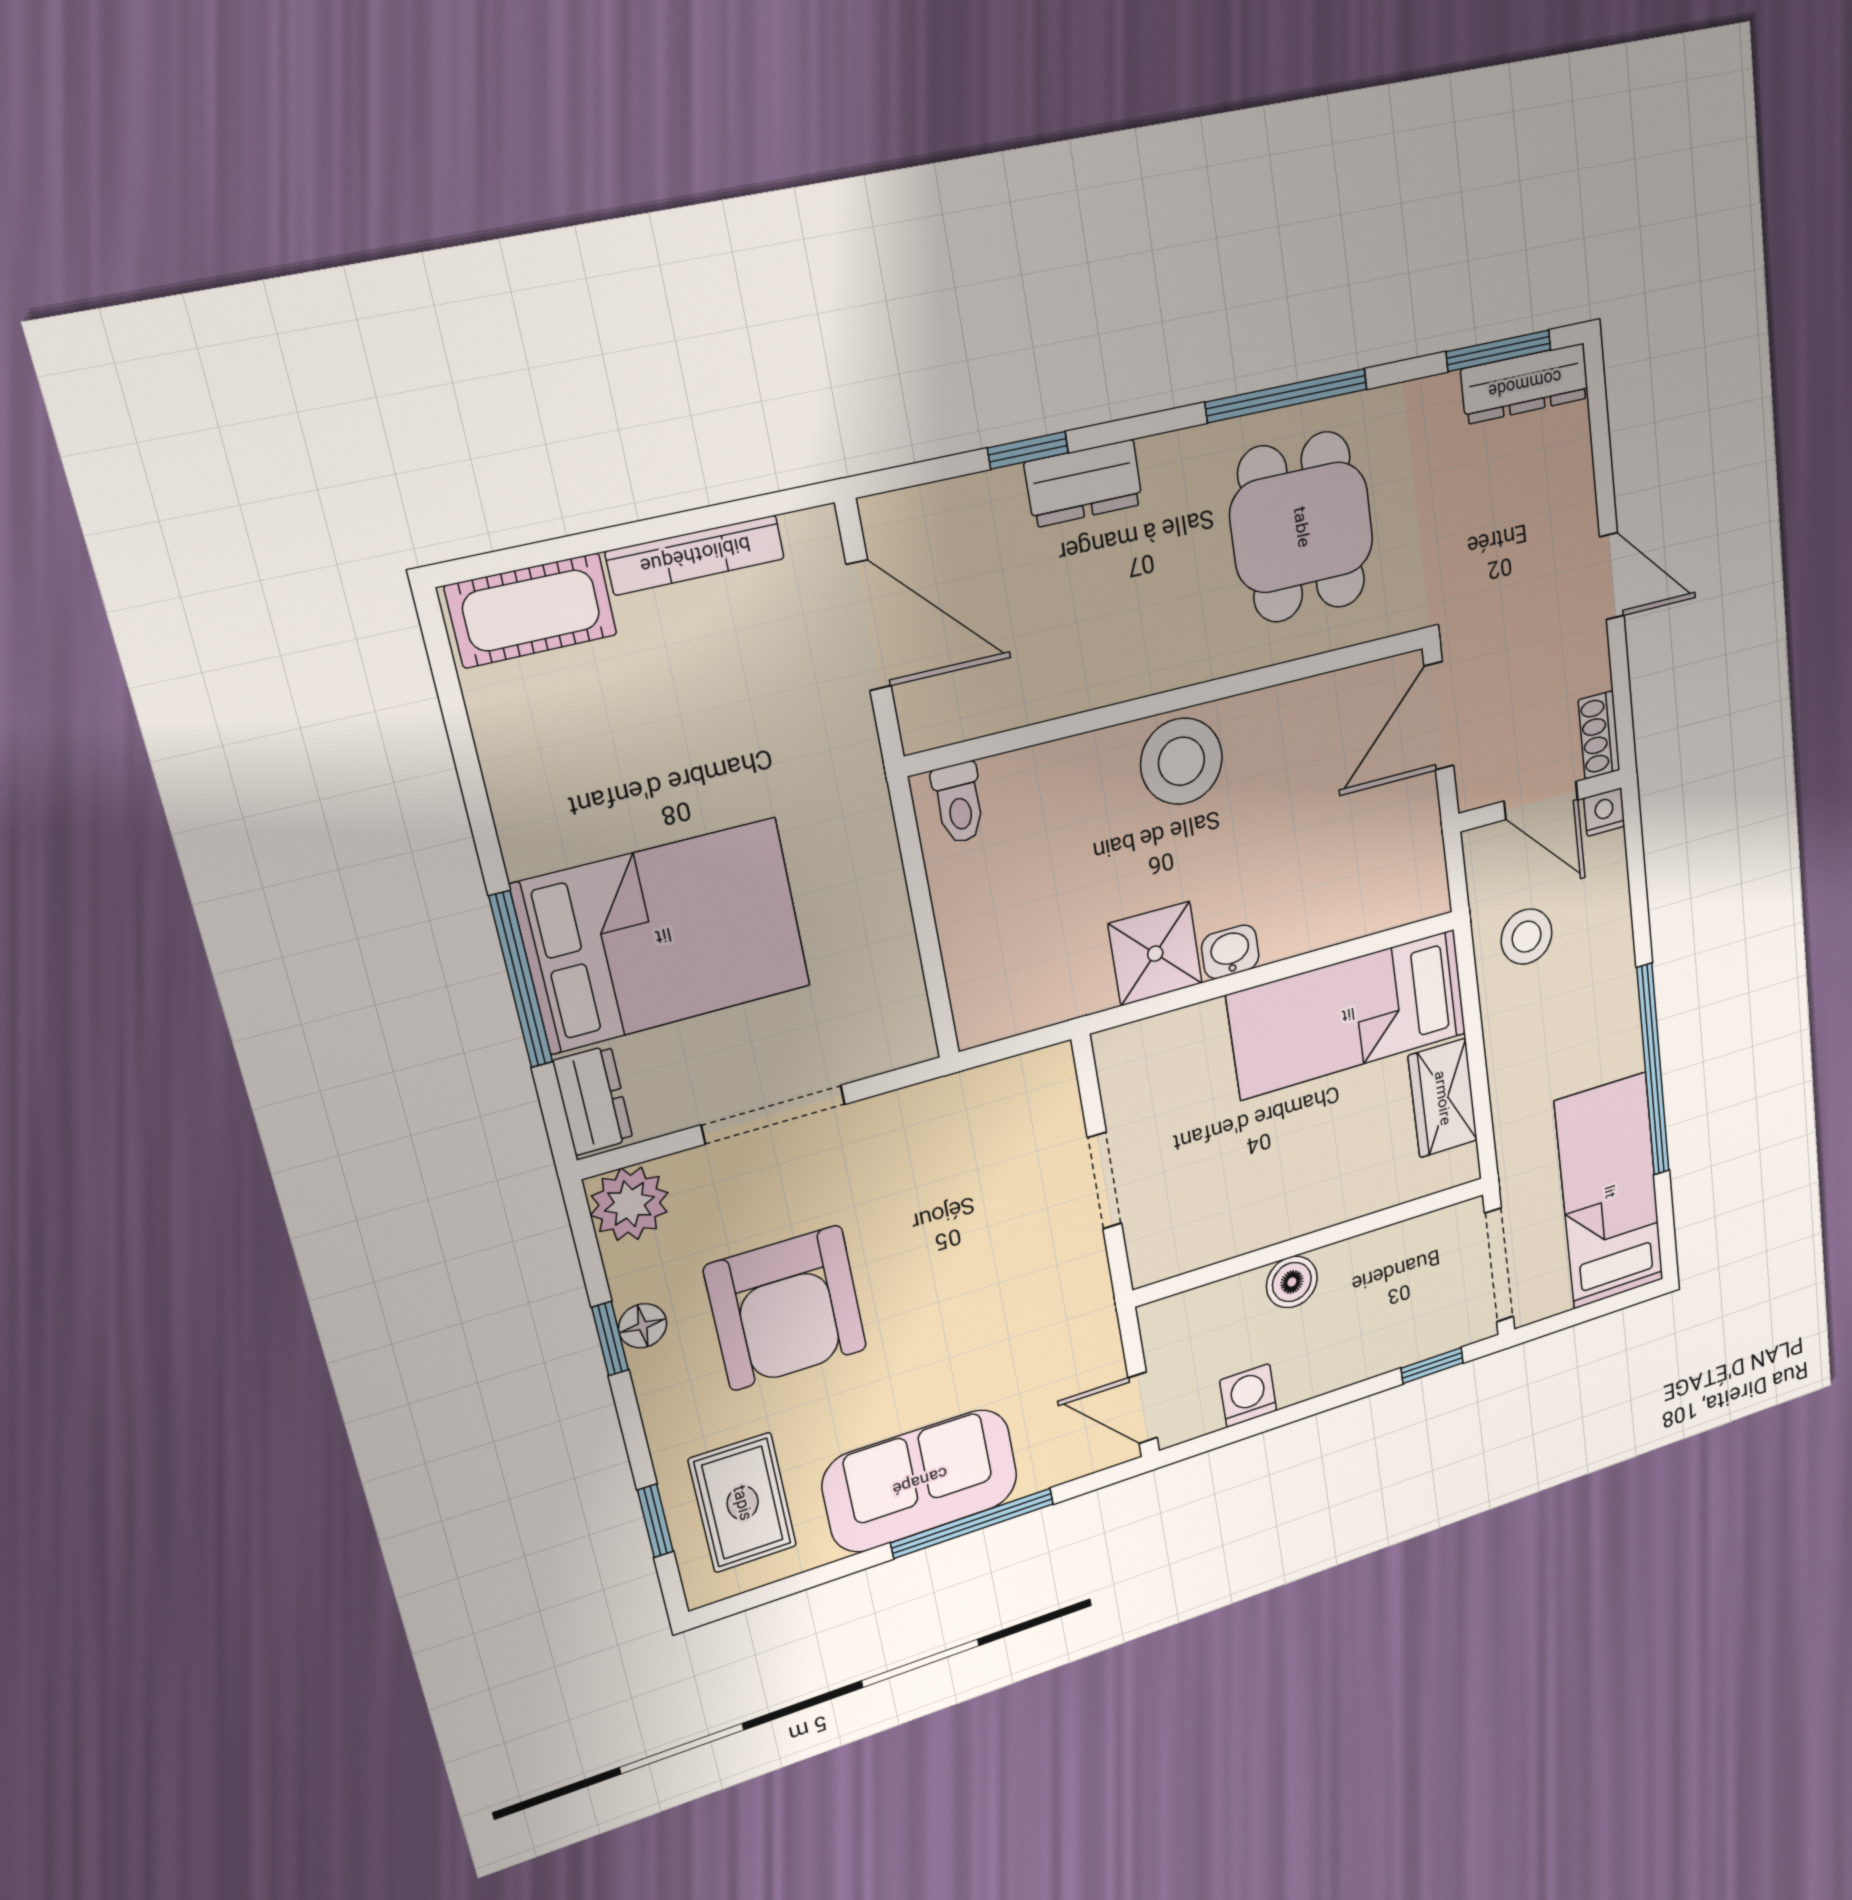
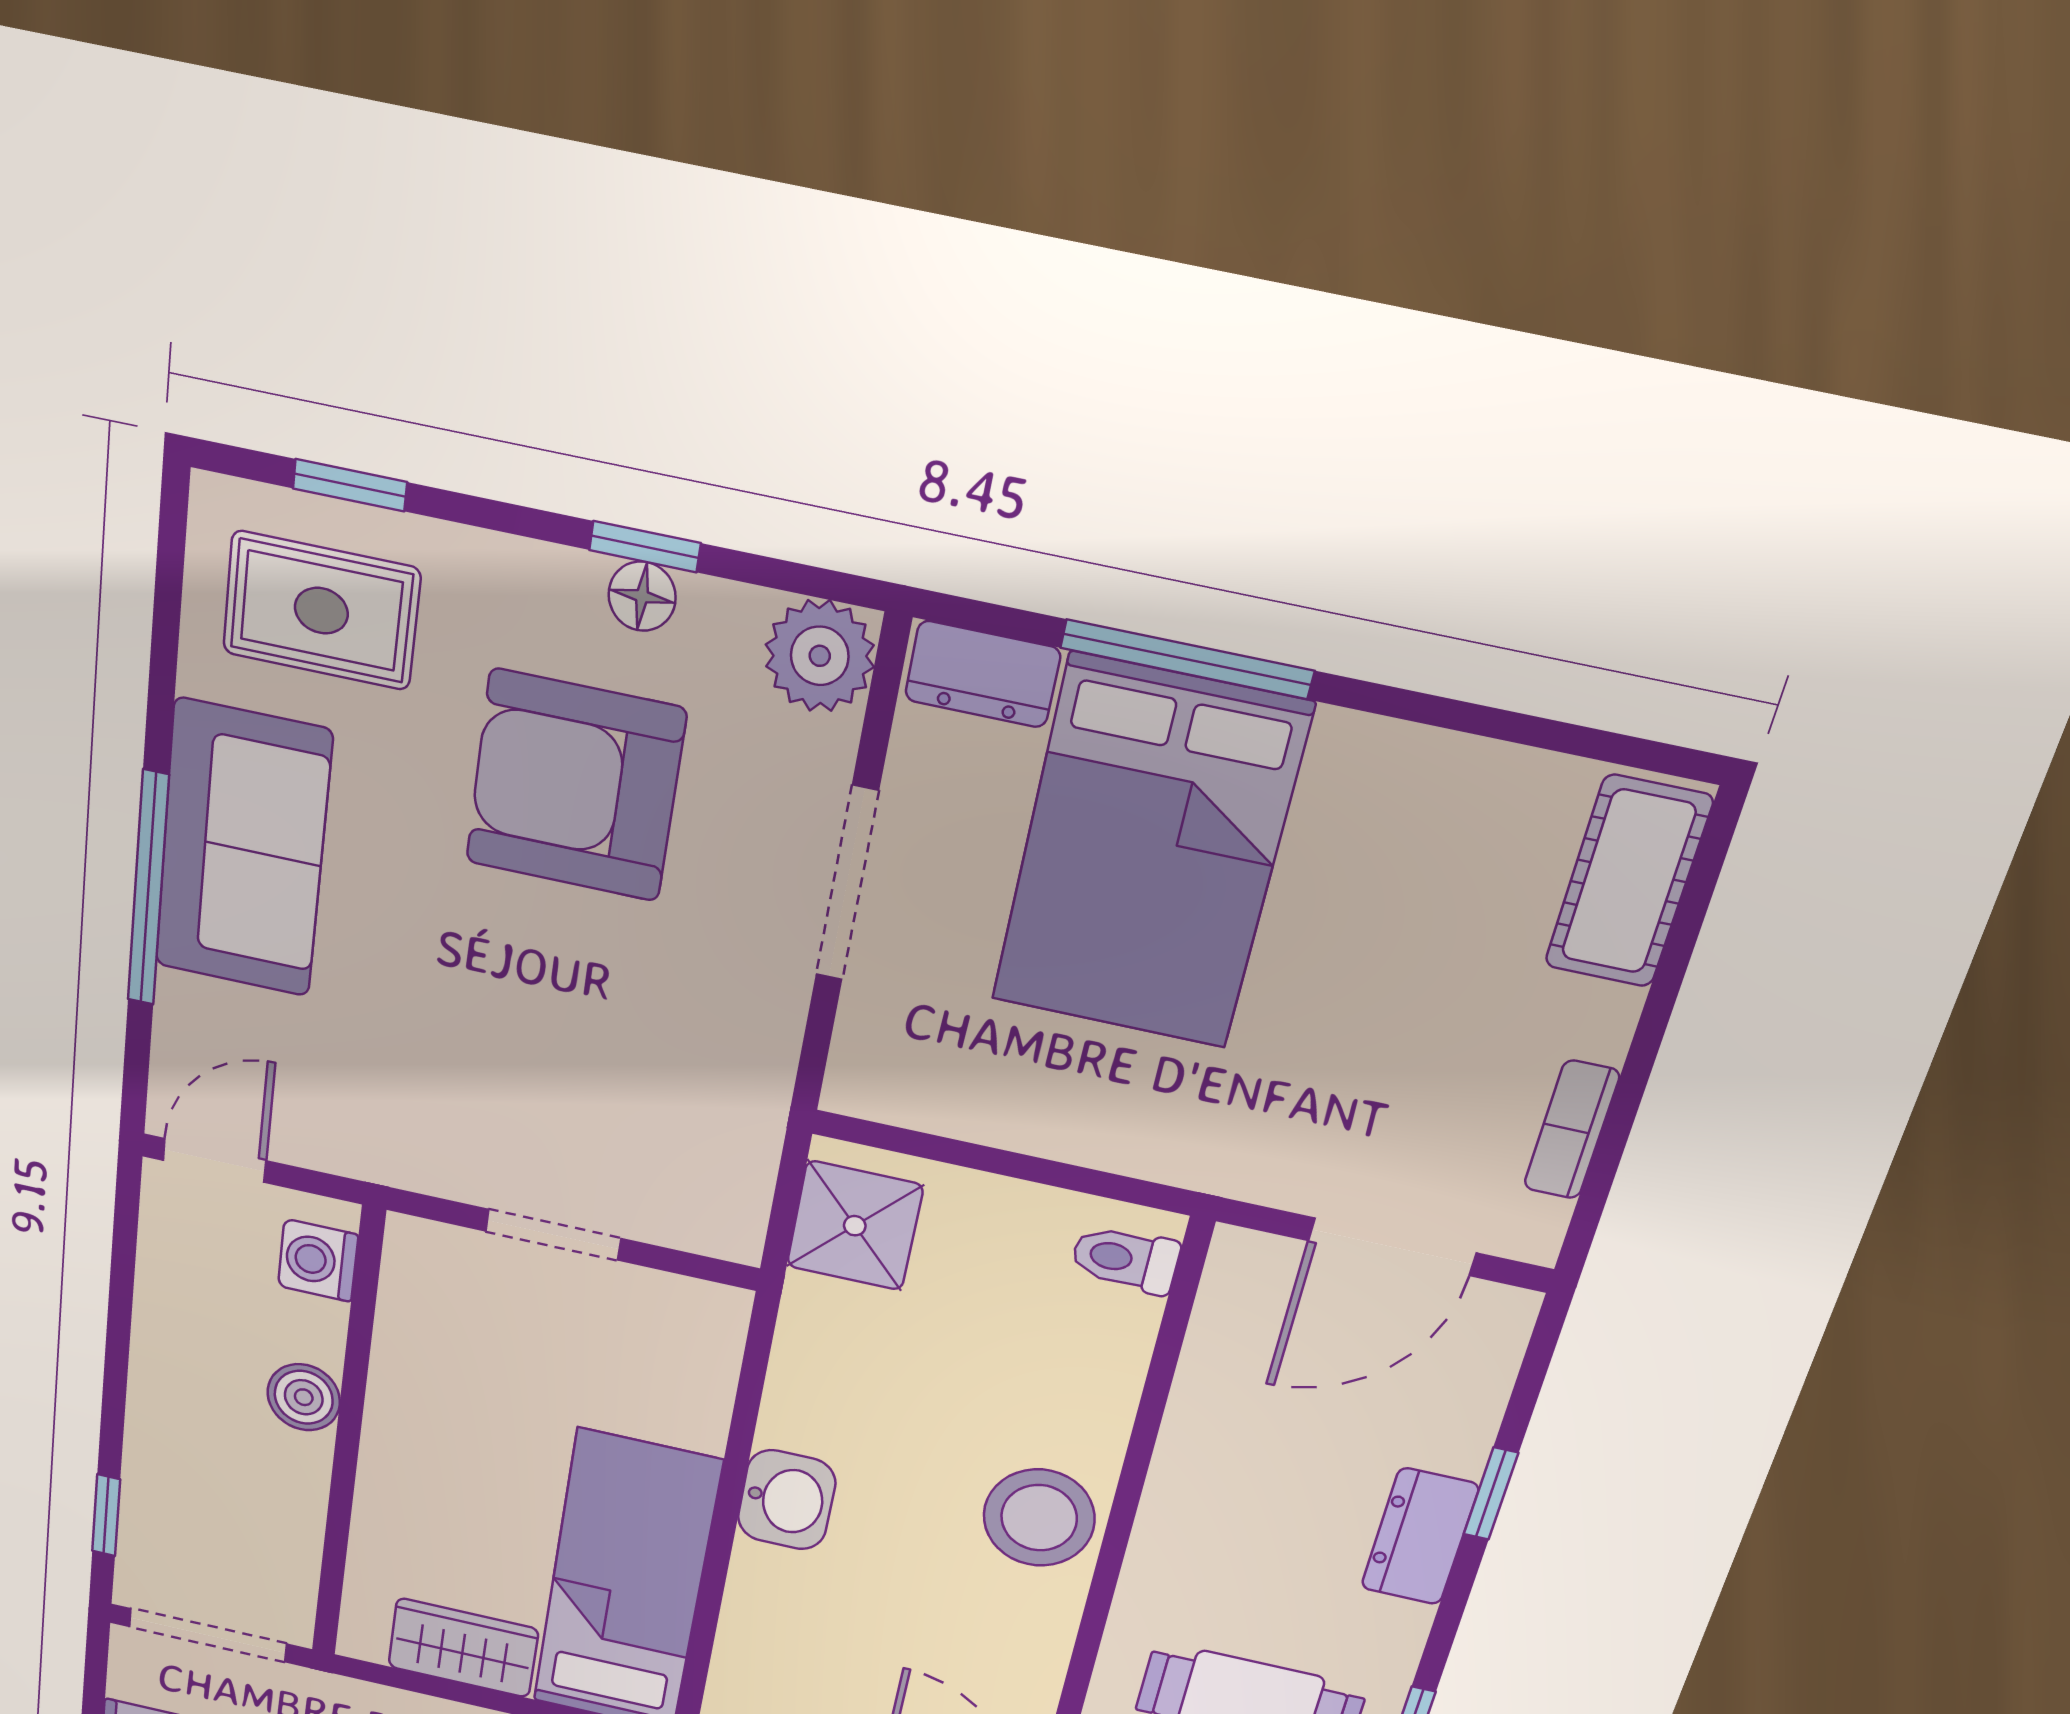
bookcase: (695, 555) -> (1572, 1130), width x0.64
washbasin: (1230, 952) -> (787, 1500), width x1.38, depth x1.45
shower: (1155, 954) -> (855, 1226), moved
washing machine: (1248, 1396) -> (318, 1261), moved, turned 180

